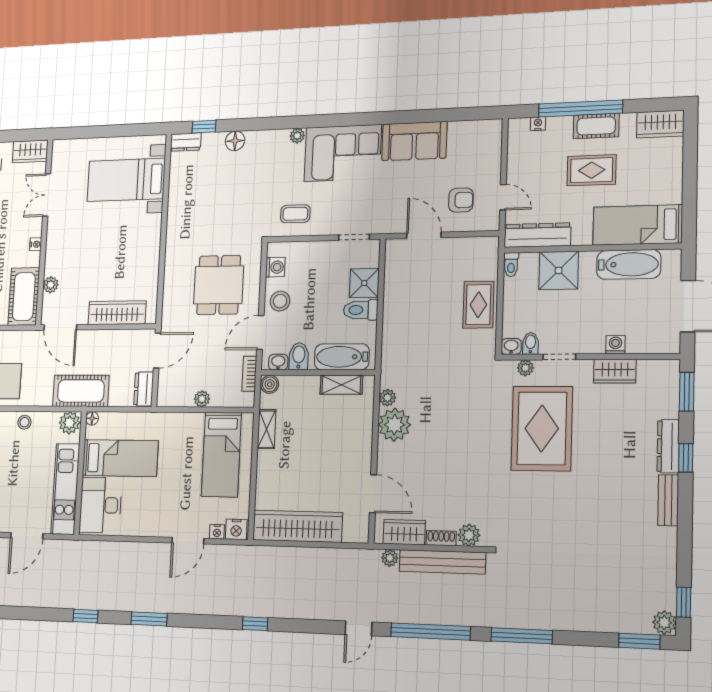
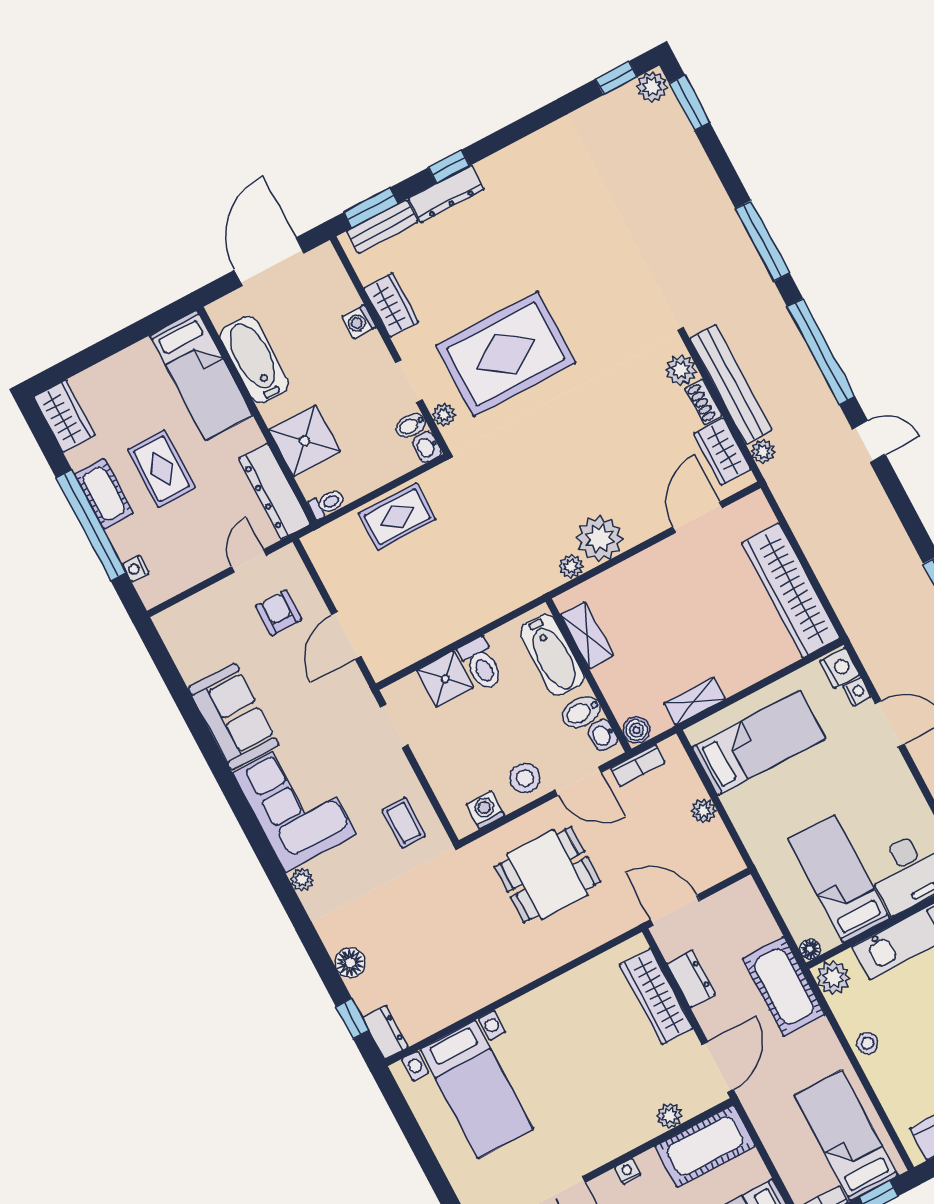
dresser: (144, 389) -> (691, 979), moved, turned -90
bench: (668, 500) -> (382, 227), moved

